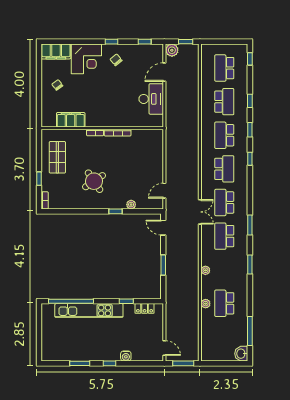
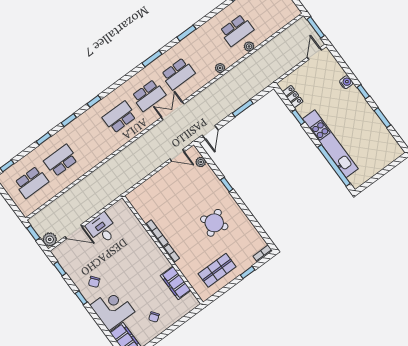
desk: (151, 99) -> (102, 229), width x0.73
school desk: (224, 135) -> (90, 139), removed
plant: (131, 205) -> (201, 162), moved

